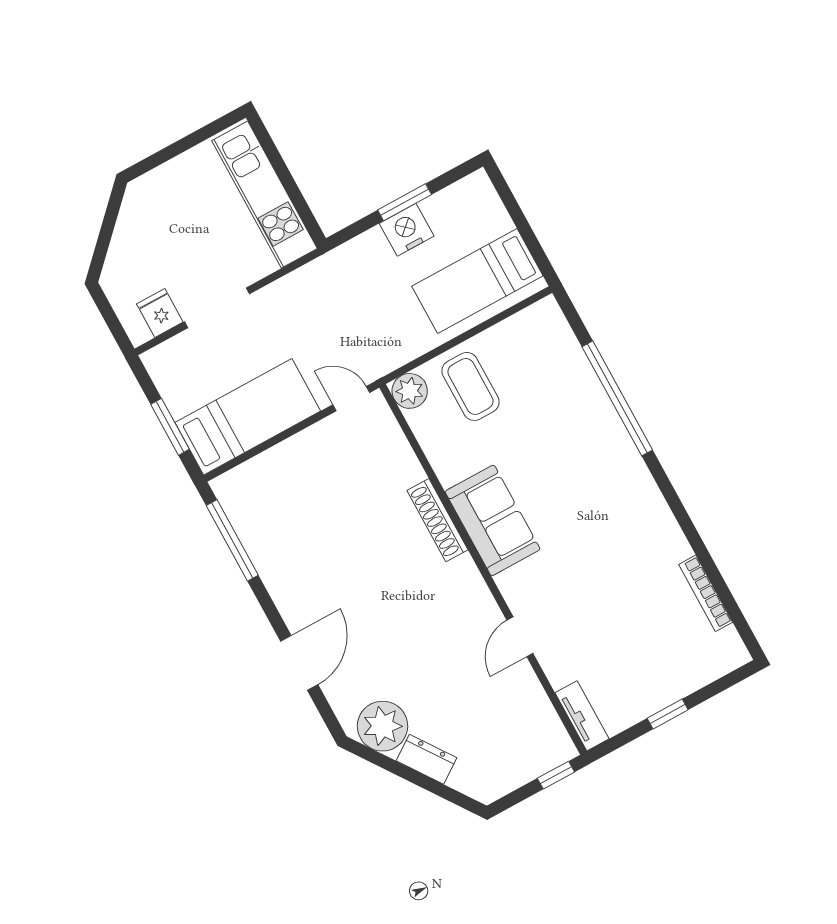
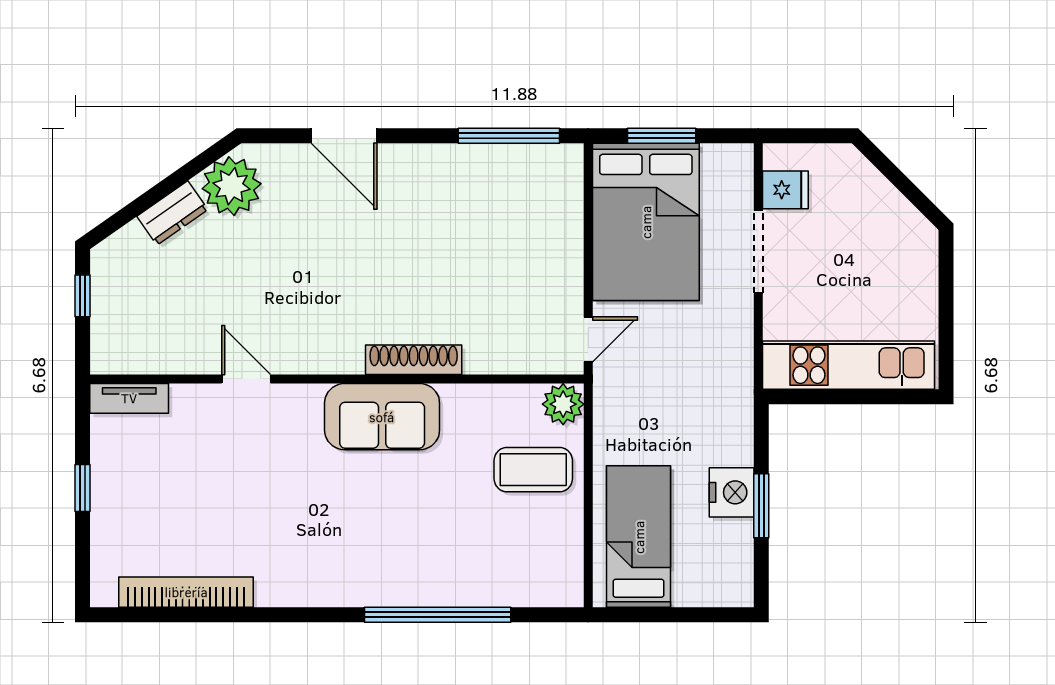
bed: (248, 417) -> (646, 222), width x1.50
bookcase: (706, 593) -> (186, 592), width x1.48, depth x1.31
window: (556, 775) -> (83, 296), moved

